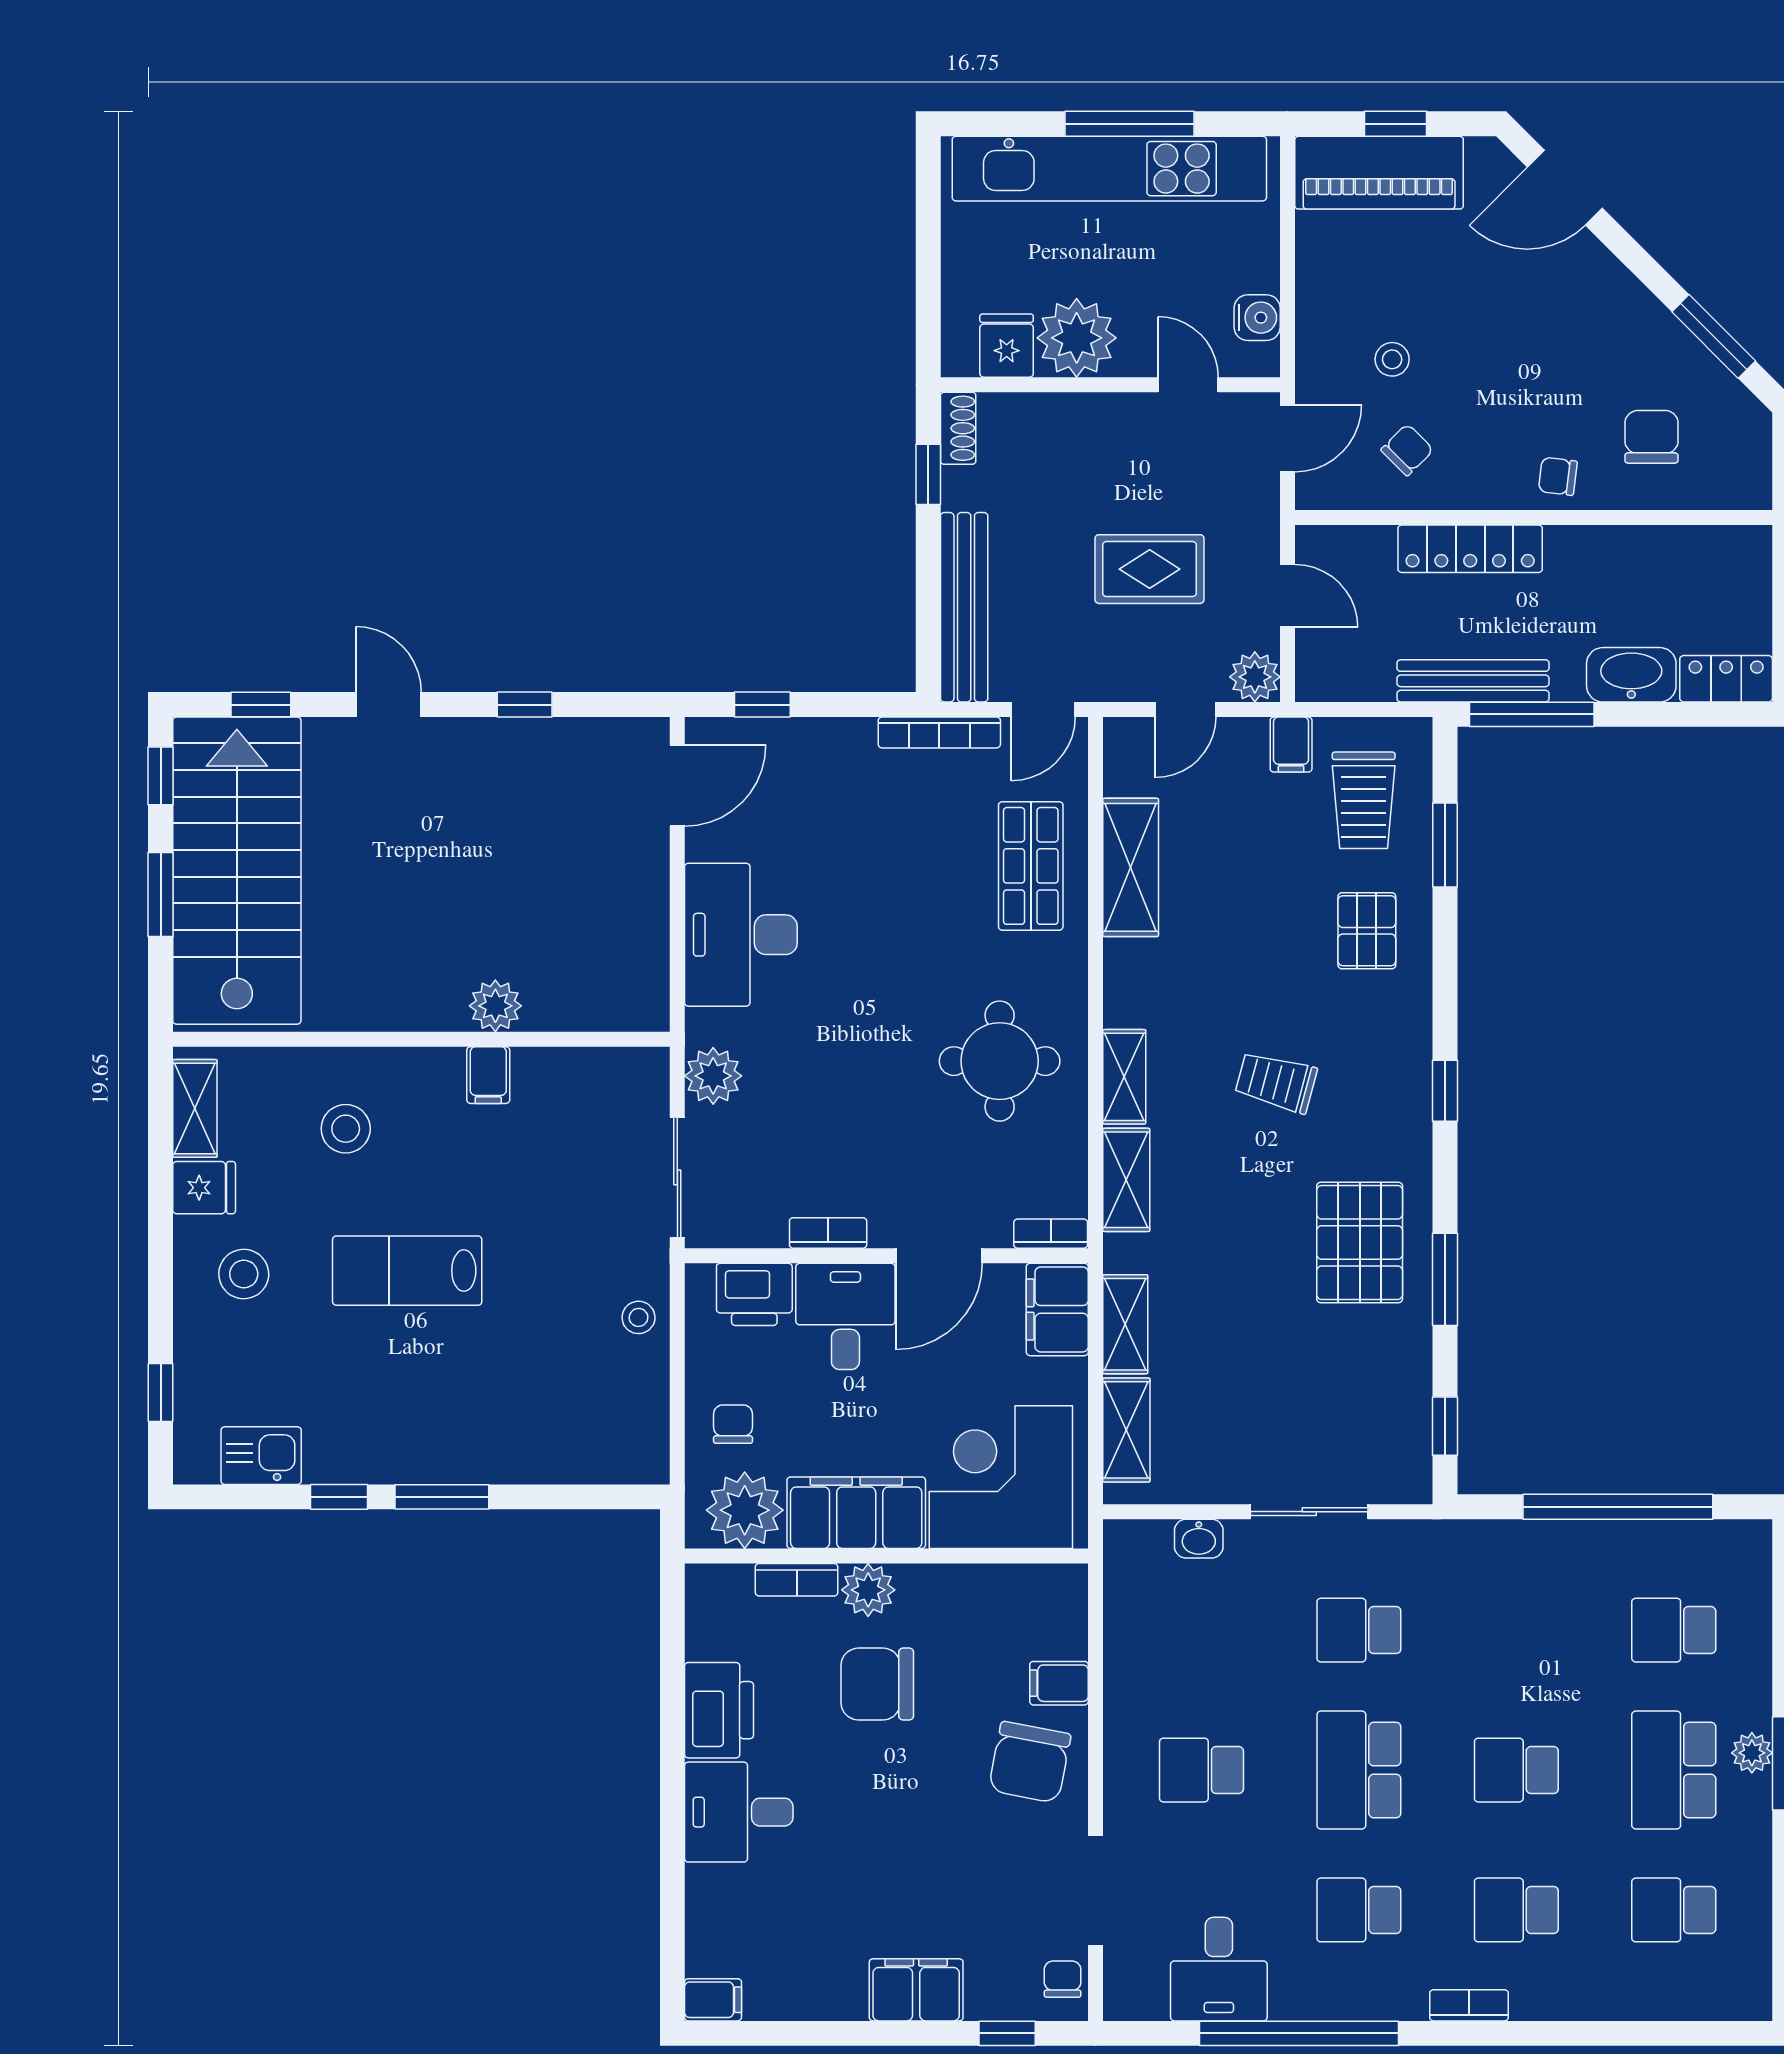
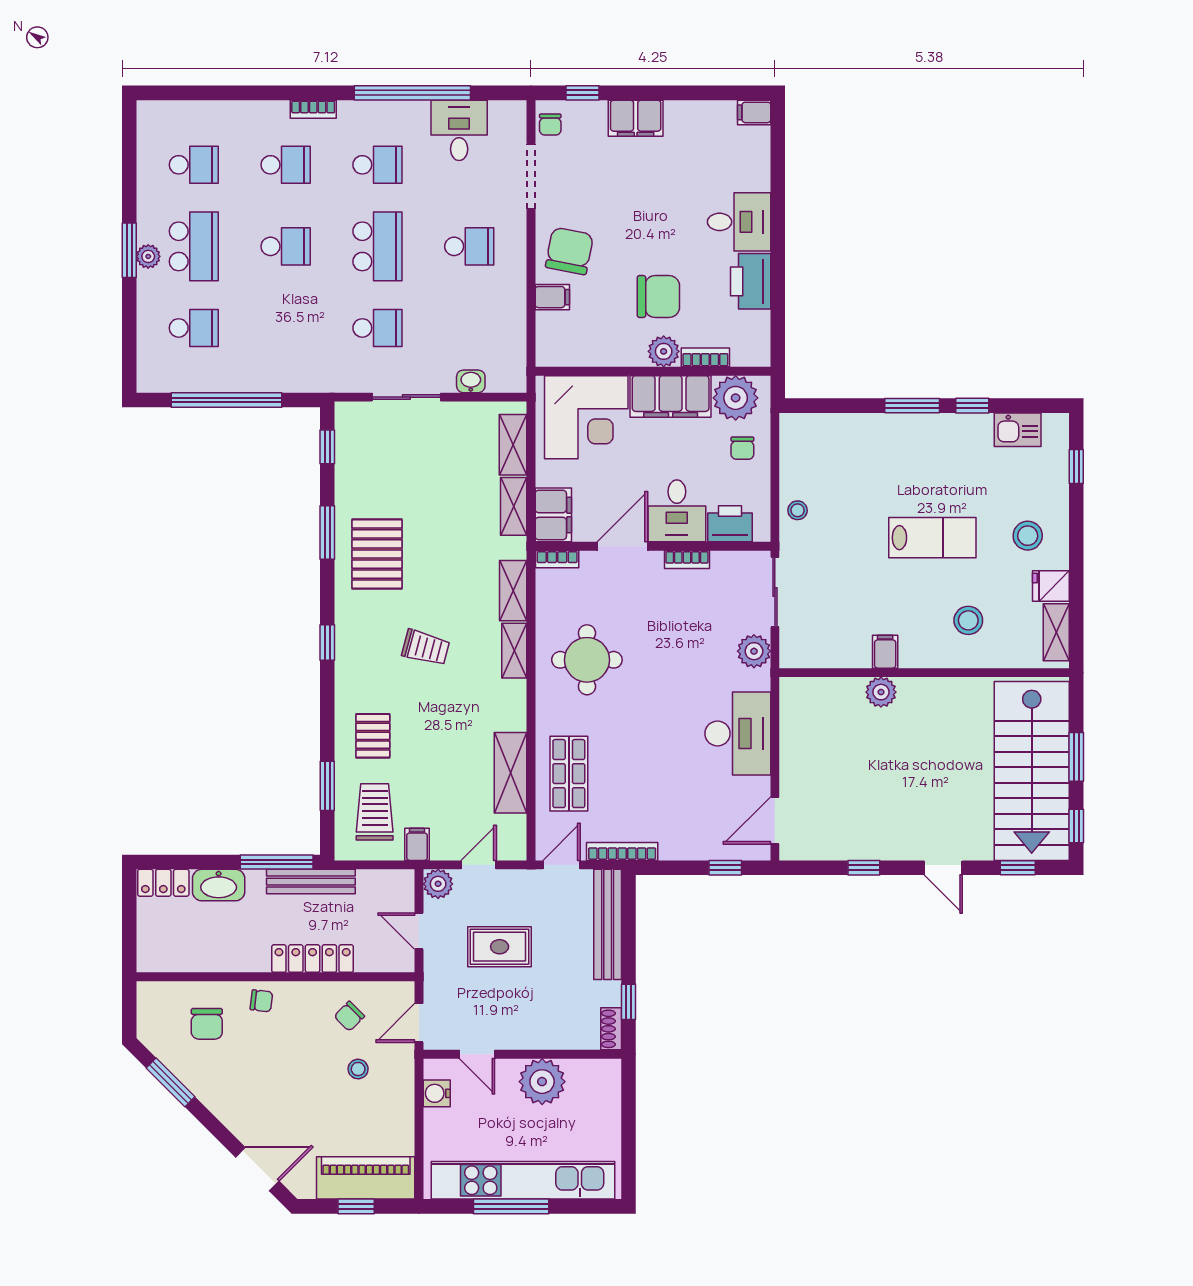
fridge: (1007, 346) -> (583, 1077), removed

